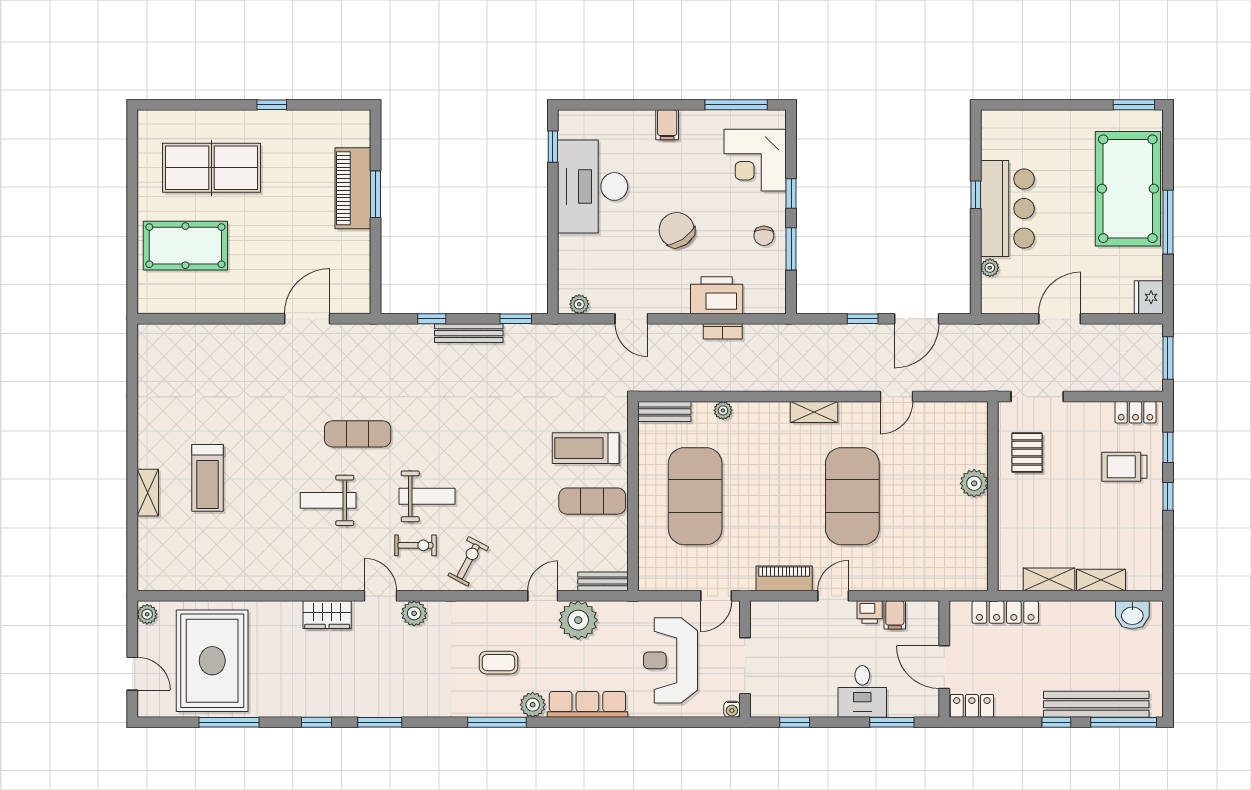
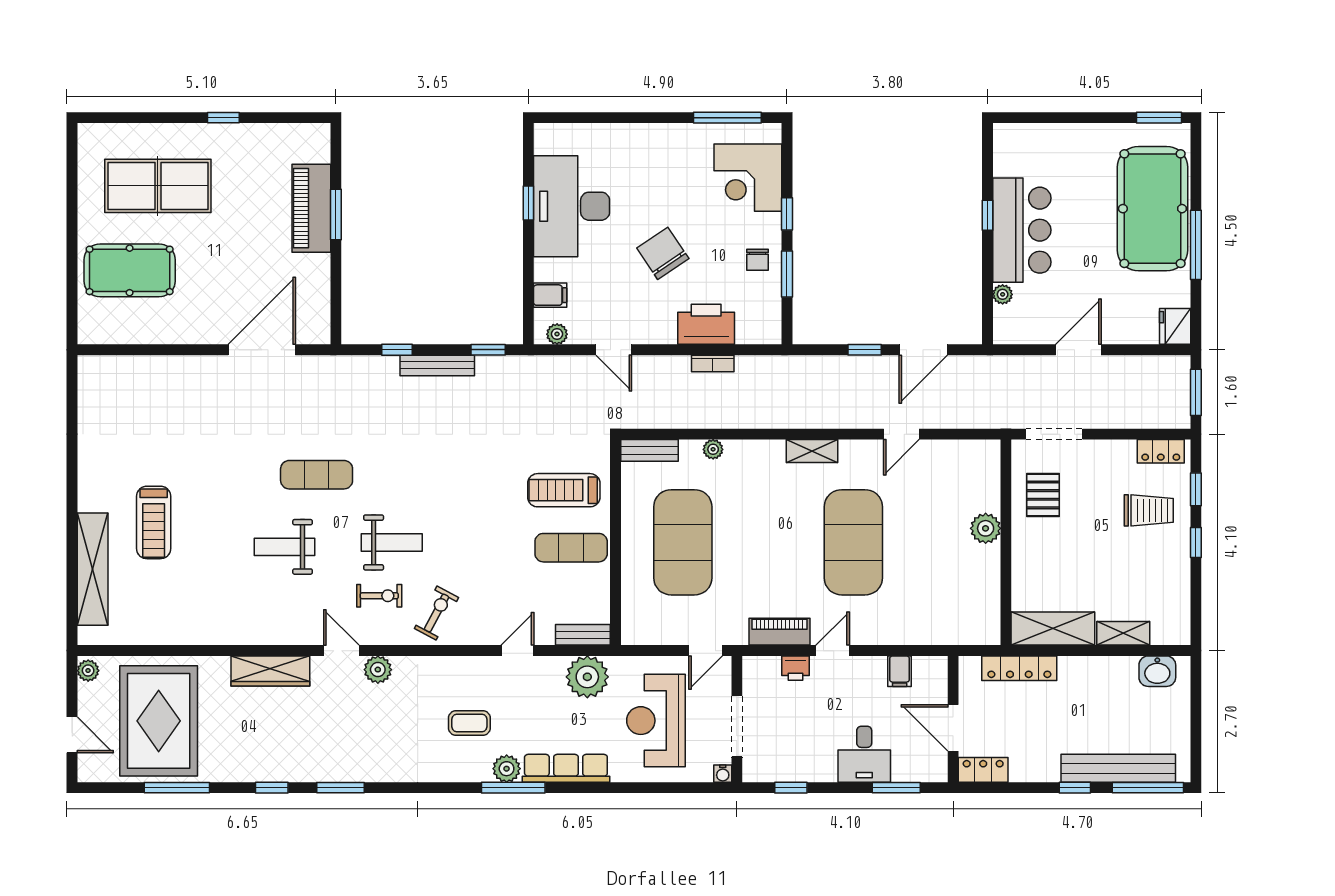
filing cabinet: (667, 125) -> (550, 295), moved, turned -90
window: (553, 147) -> (528, 203), moved
door: (307, 319) -> (262, 350), width x1.36
trolley: (1124, 467) -> (1149, 510), turned 180
shelving: (148, 493) -> (93, 569), width x2.20, depth x1.33
shelving: (1049, 579) -> (1053, 629), width x1.50, depth x1.33
printer: (870, 612) -> (796, 668), moved
wardrobe: (327, 615) -> (270, 671), width x1.50
plant: (578, 620) -> (587, 677), moved
window: (497, 722) -> (513, 788), moved

